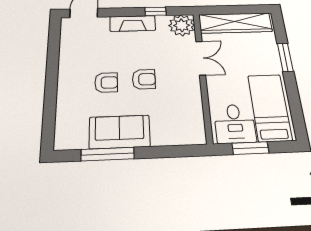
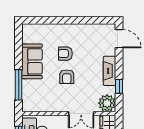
armchair: (106, 83) -> (65, 54), turned 90
window: (108, 154) -> (19, 85), moved

